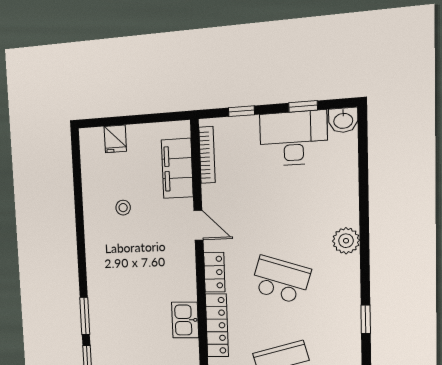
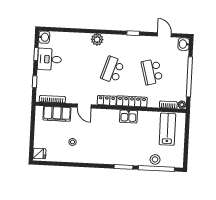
desk: (293, 138) -> (49, 59), width x0.73
fridge: (115, 139) -> (39, 154), moved
door: (198, 225) -> (84, 106), swing flipped

